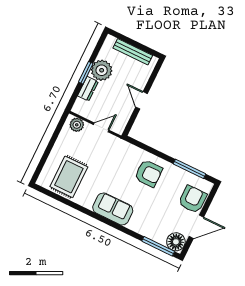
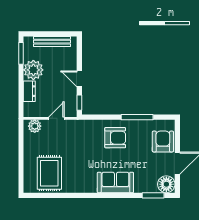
window: (86, 73) -> (21, 53), moved
window: (131, 123) -> (79, 103), added
window: (190, 169) -> (137, 117), moved
sofa: (113, 209) -> (115, 182), moved
window: (158, 246) -> (153, 195), width x0.69

